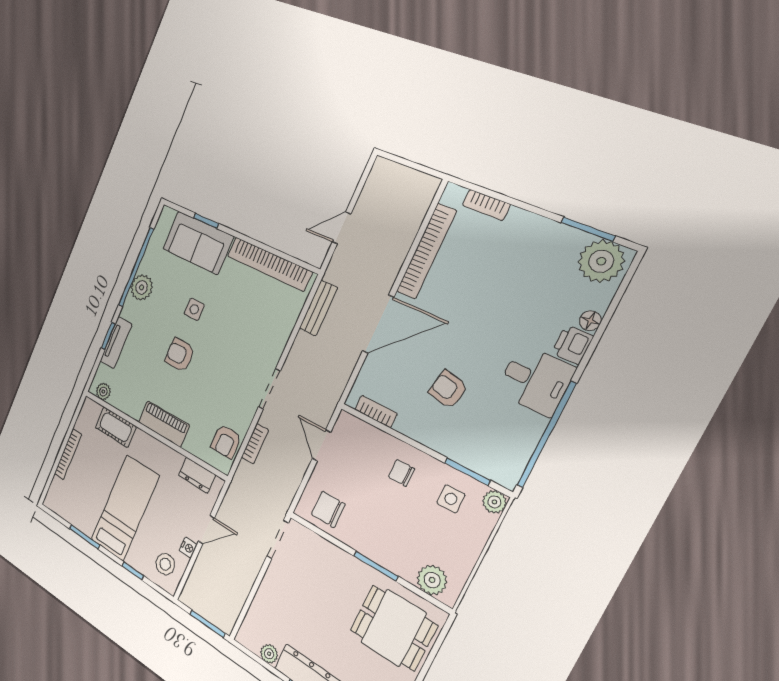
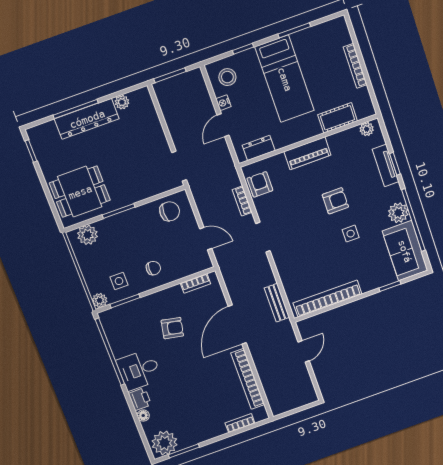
sofa: (198, 243) -> (405, 251), moved, turned -90

